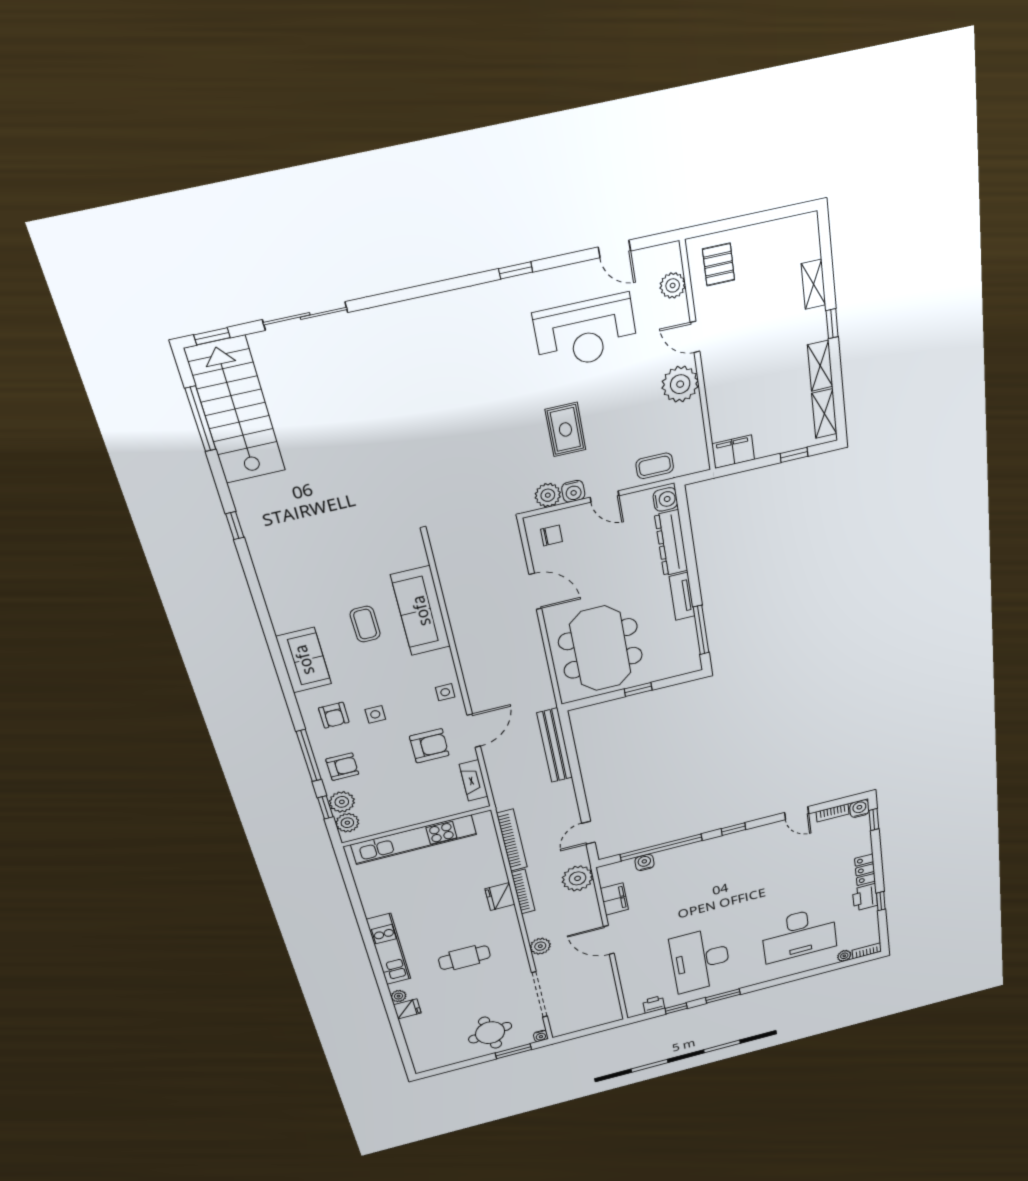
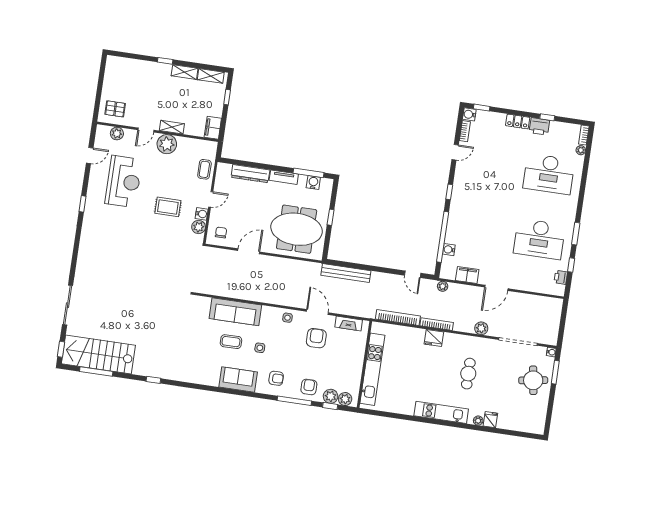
shelving: (814, 284) -> (172, 127), moved
water cooler: (665, 499) -> (313, 183), moved
side table: (375, 714) -> (260, 348), moved
plant: (578, 878) -> (443, 286), width x0.53, depth x0.53
desk: (799, 934) -> (549, 174), turned 90

